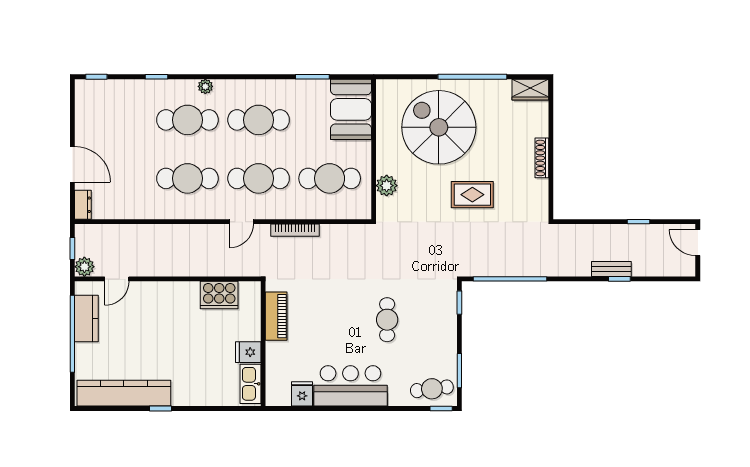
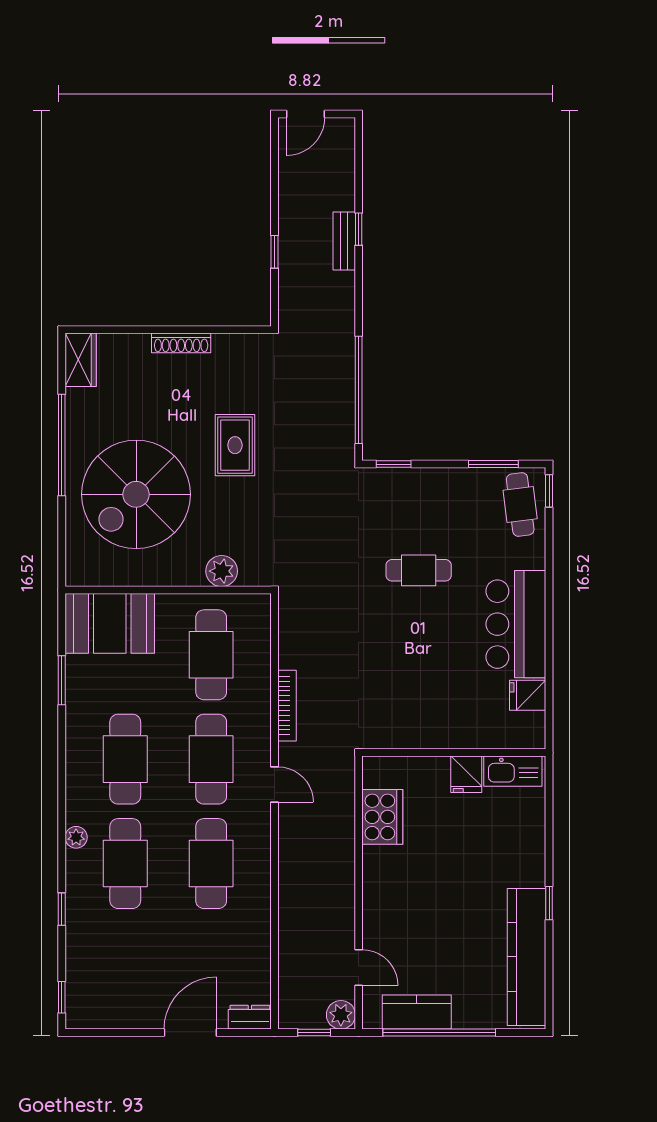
window: (639, 222) -> (275, 252), moved
piano: (276, 316) -> (413, 733), removed

